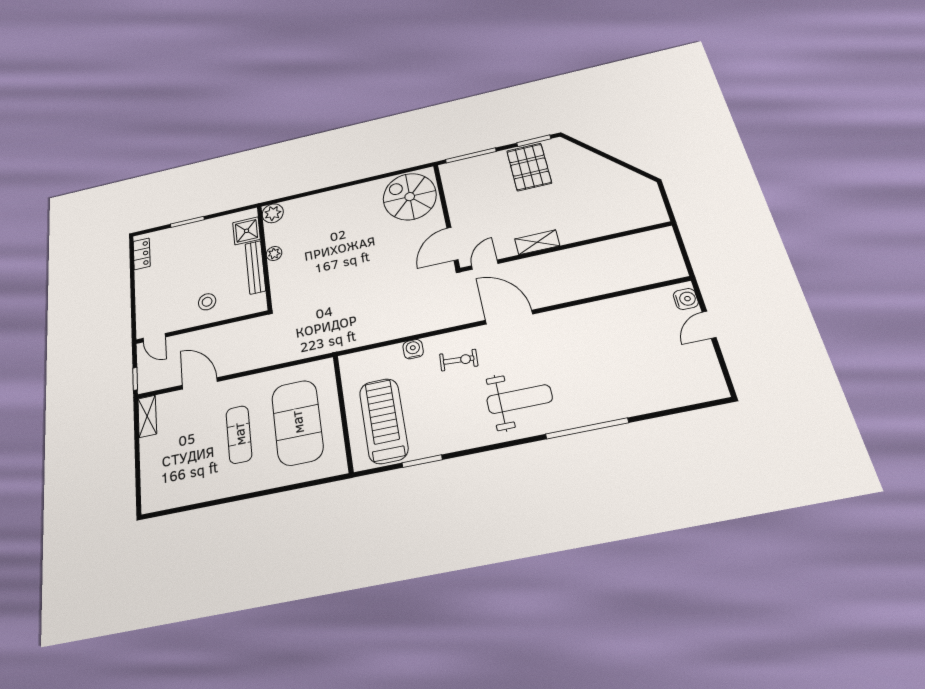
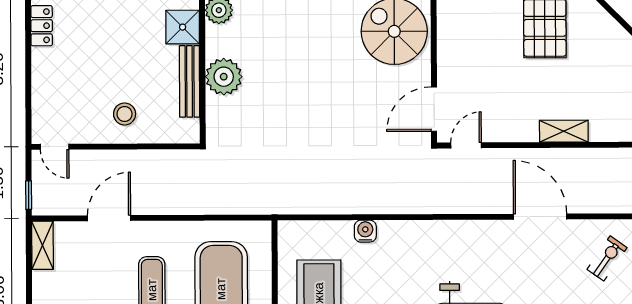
shelving: (537, 242) -> (564, 131), moved
plant: (274, 253) -> (224, 77), width x1.88, depth x1.88
door: (509, 317) -> (540, 217), moved
exercise bike: (459, 360) -> (607, 258), moved, turned -59
door: (200, 383) -> (109, 218), hinge flipped

